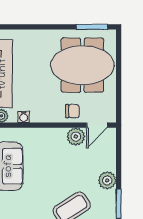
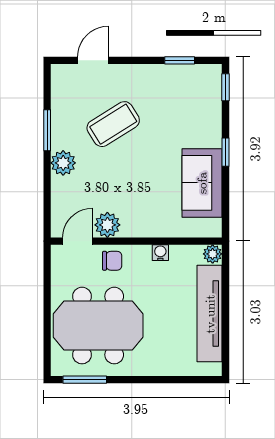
chair: (72, 111) -> (112, 261), turned 180
water cooler: (24, 117) -> (160, 253), moved

